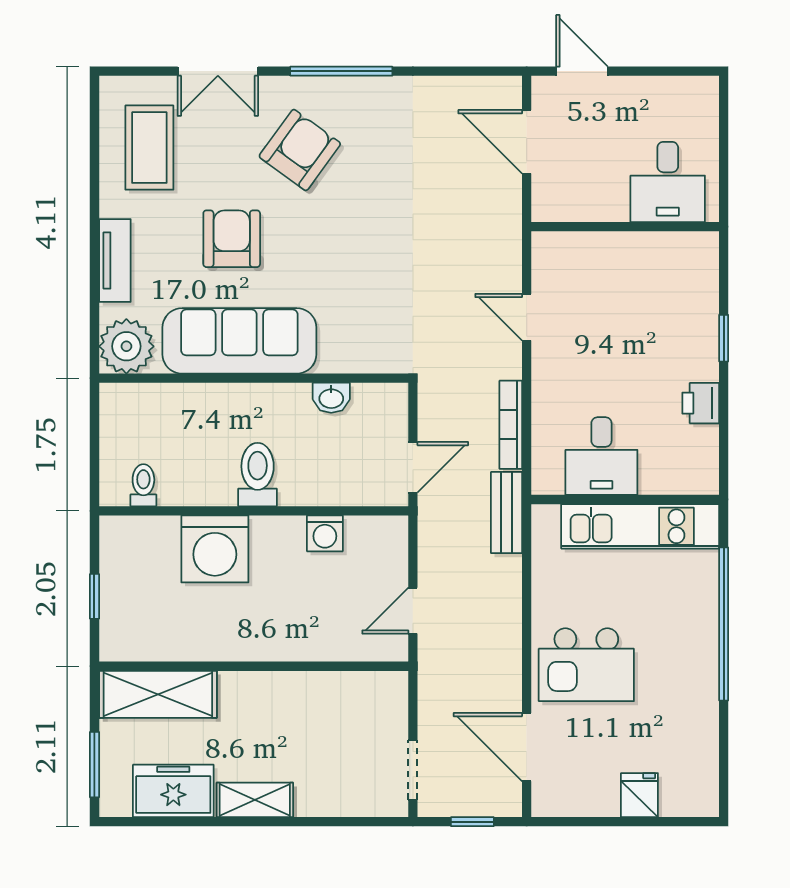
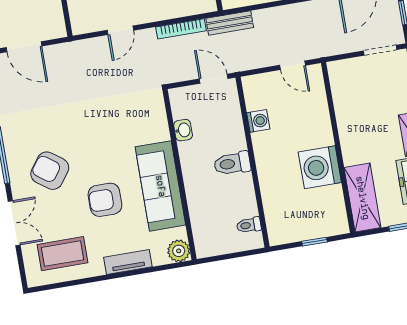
door: (527, 142) -> (24, 47), hinge flipped
plant: (126, 346) -> (179, 251), width x0.73, depth x0.73
washing machine: (215, 549) -> (320, 167), moved, turned 180

